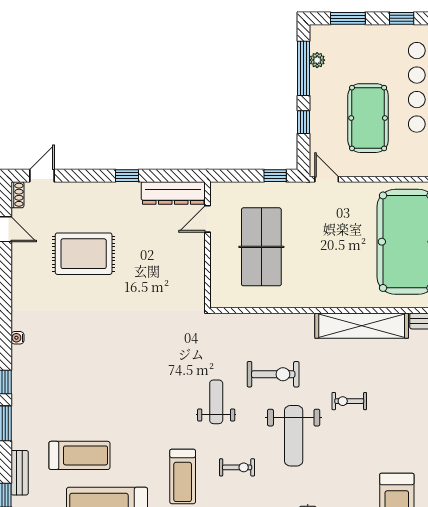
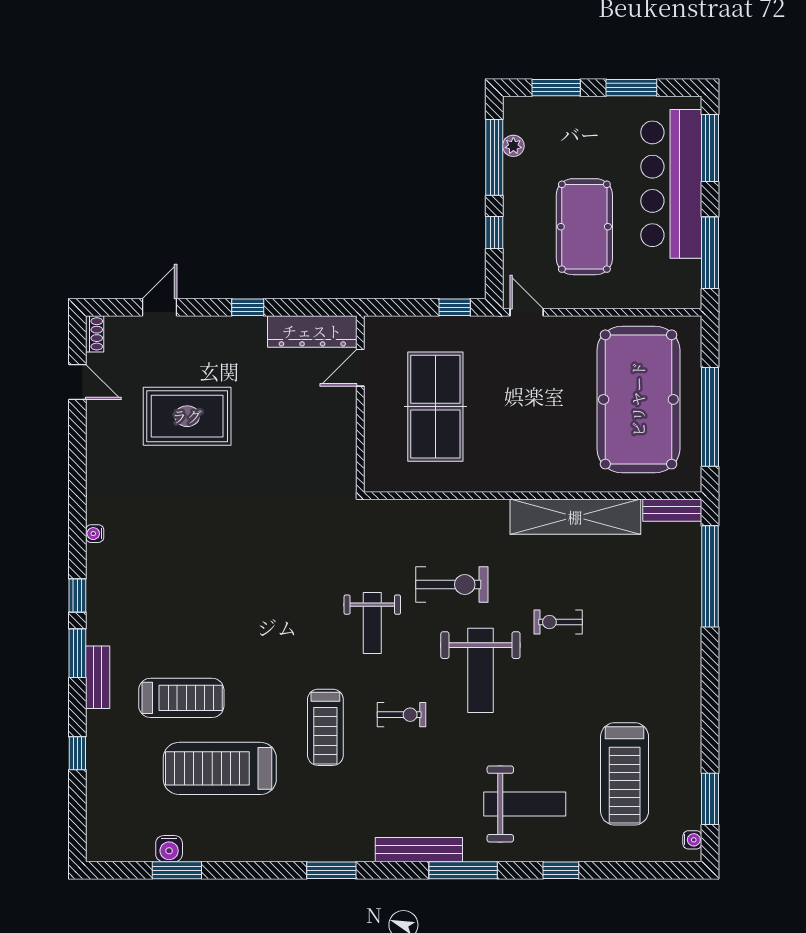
window: (402, 18) -> (631, 88), width x1.50
door: (42, 176) -> (160, 307), moved
weight bench: (216, 402) -> (372, 623), turned 180
bench: (20, 473) -> (98, 677), moved

